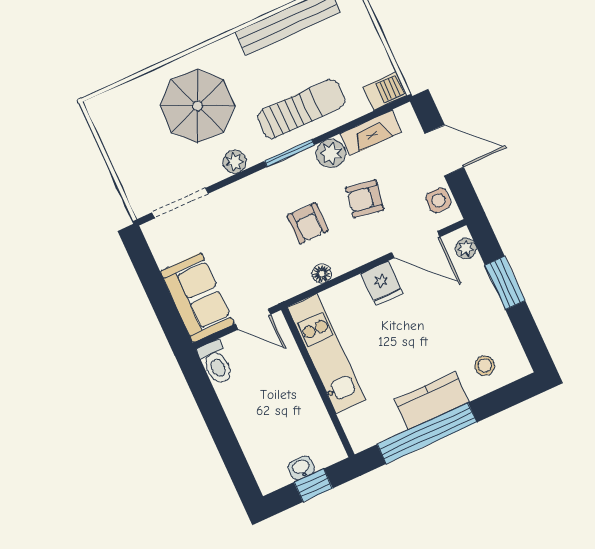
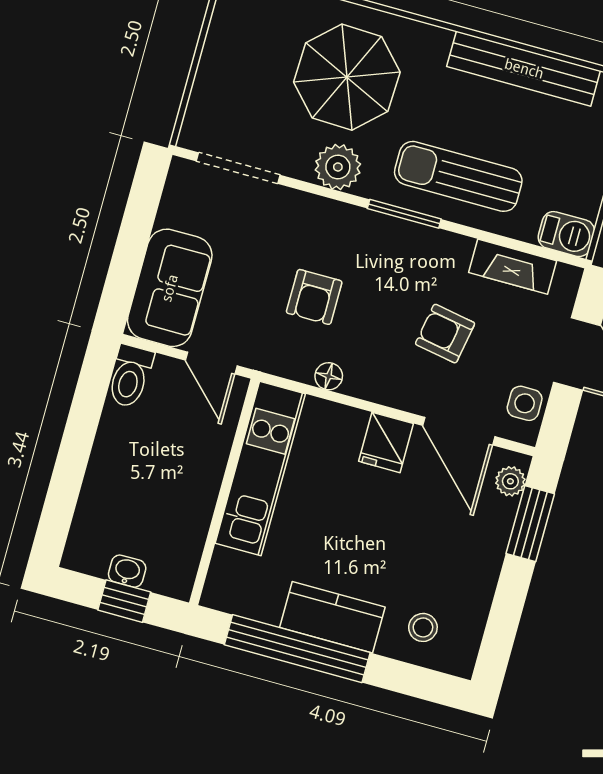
sun lounger: (301, 109) -> (458, 176), turned 180
plant: (331, 153) -> (450, 253), removed
plant: (235, 162) -> (338, 167), width x1.38, depth x1.38
armchair: (308, 223) -> (314, 297), moved
window: (505, 283) -> (530, 524), moved

